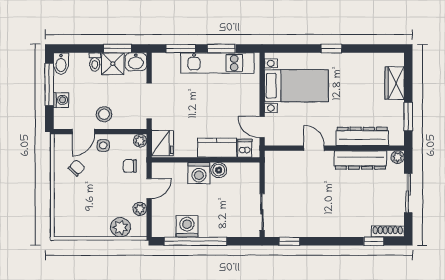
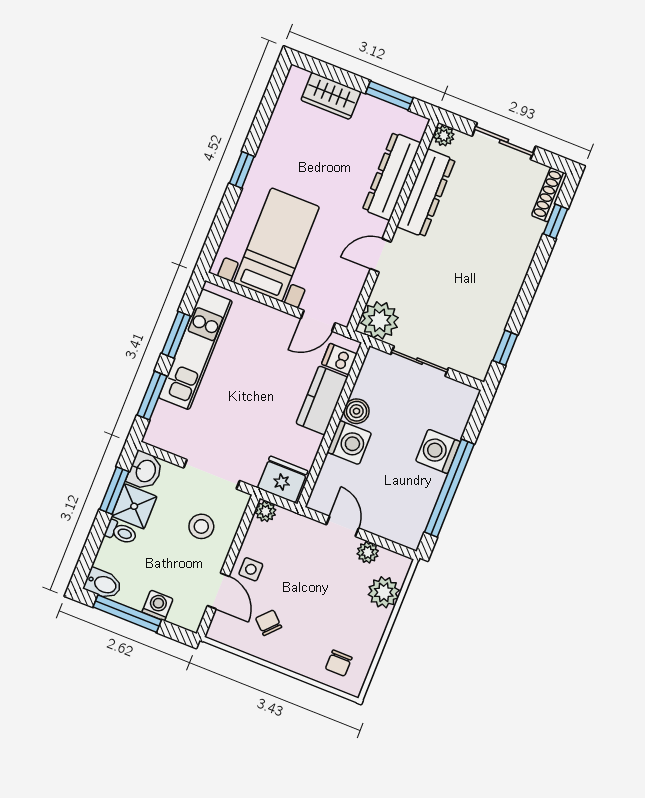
stool: (104, 114) -> (201, 526), moved
plant: (276, 163) -> (380, 320), added
chair: (130, 166) -> (339, 663), moved
sliding door: (262, 212) -> (420, 361), moved
washing machine: (187, 226) -> (438, 451), moved

